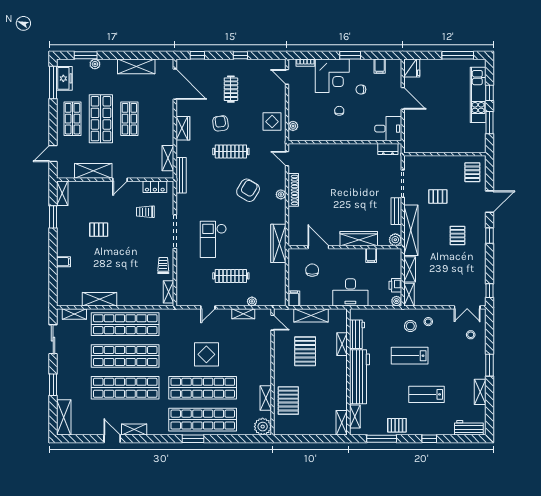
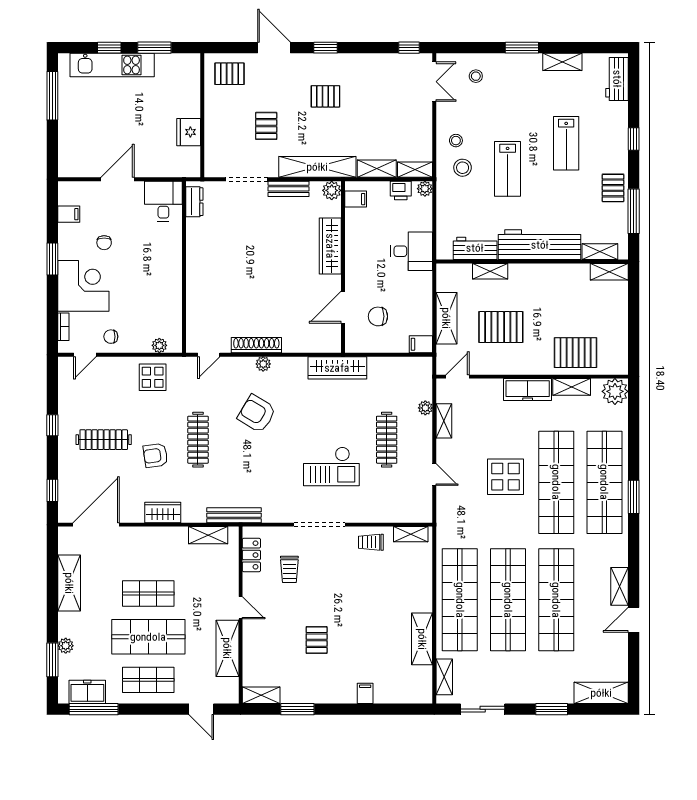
fridge: (412, 68) -> (189, 132), moved, turned -90
clothes rail: (231, 89) -> (104, 440), width x1.36
chair: (339, 111) -> (111, 337), moved
filing cabinet: (371, 255) -> (356, 199), moved
desk: (350, 292) -> (412, 251), width x0.73
freezer: (264, 369) -> (528, 390), added

